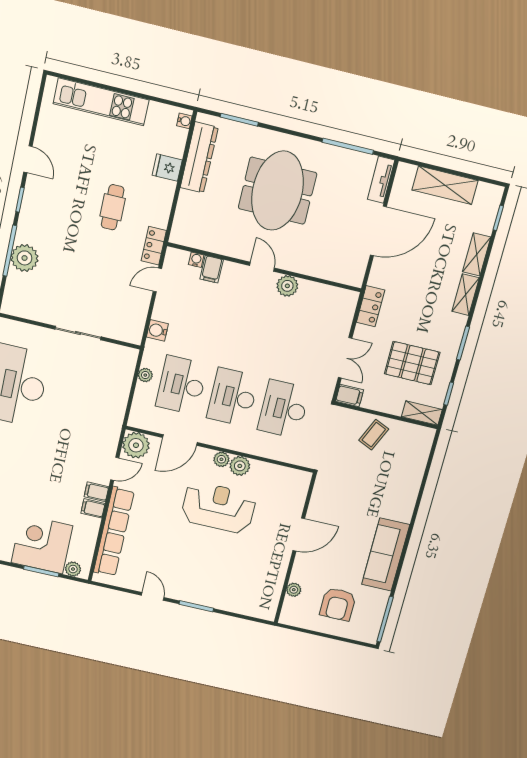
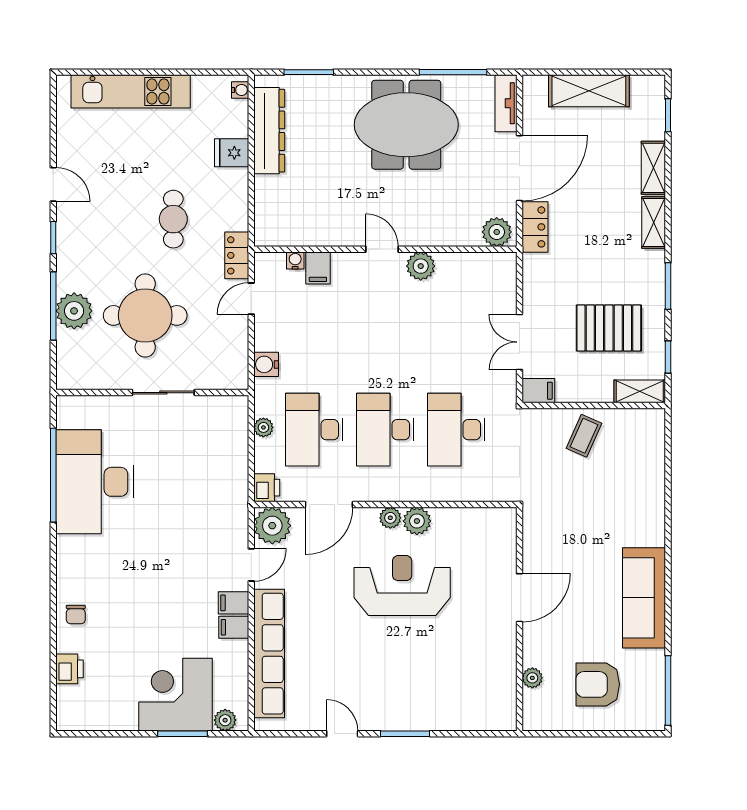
meeting table: (277, 191) -> (406, 125), moved, turned 90
round table: (76, 274) -> (145, 315), added
plant: (349, 274) -> (497, 232), added
locker: (371, 306) -> (535, 227), moved
double door: (345, 358) -> (519, 342), swing flipped
printer: (138, 418) -> (267, 488), added
armchair: (338, 604) -> (598, 684), turned 90

